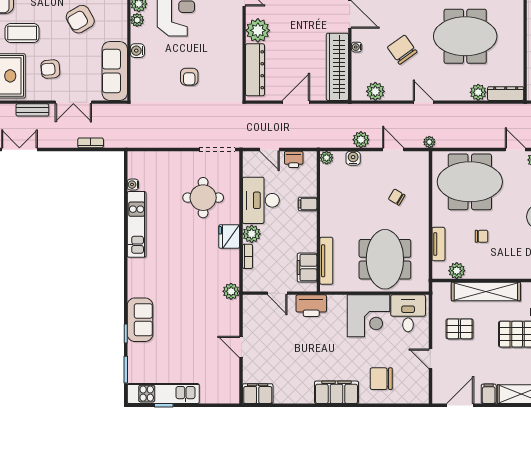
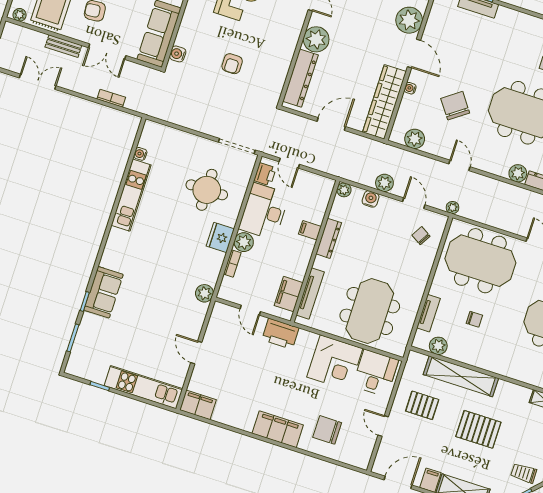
water cooler: (137, 51) -> (178, 54), moved
printer: (294, 159) -> (265, 174), moved, turned -90
chair: (397, 197) -> (421, 236), moved
dresser: (327, 206) -> (329, 238), added
kitchen unit: (163, 394) -> (143, 387), moved

